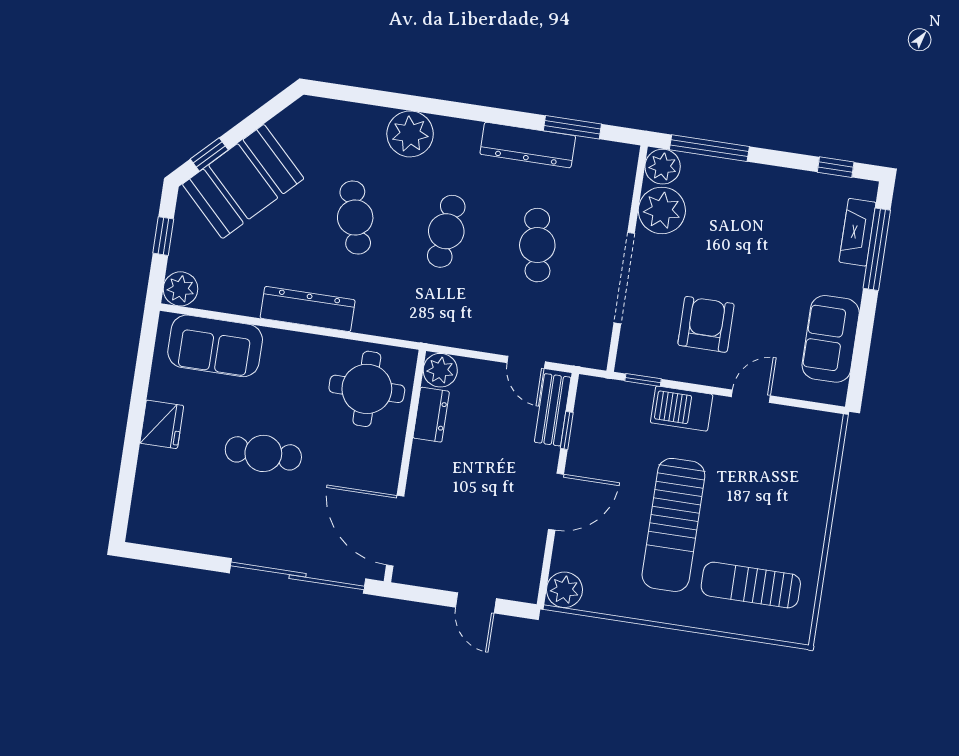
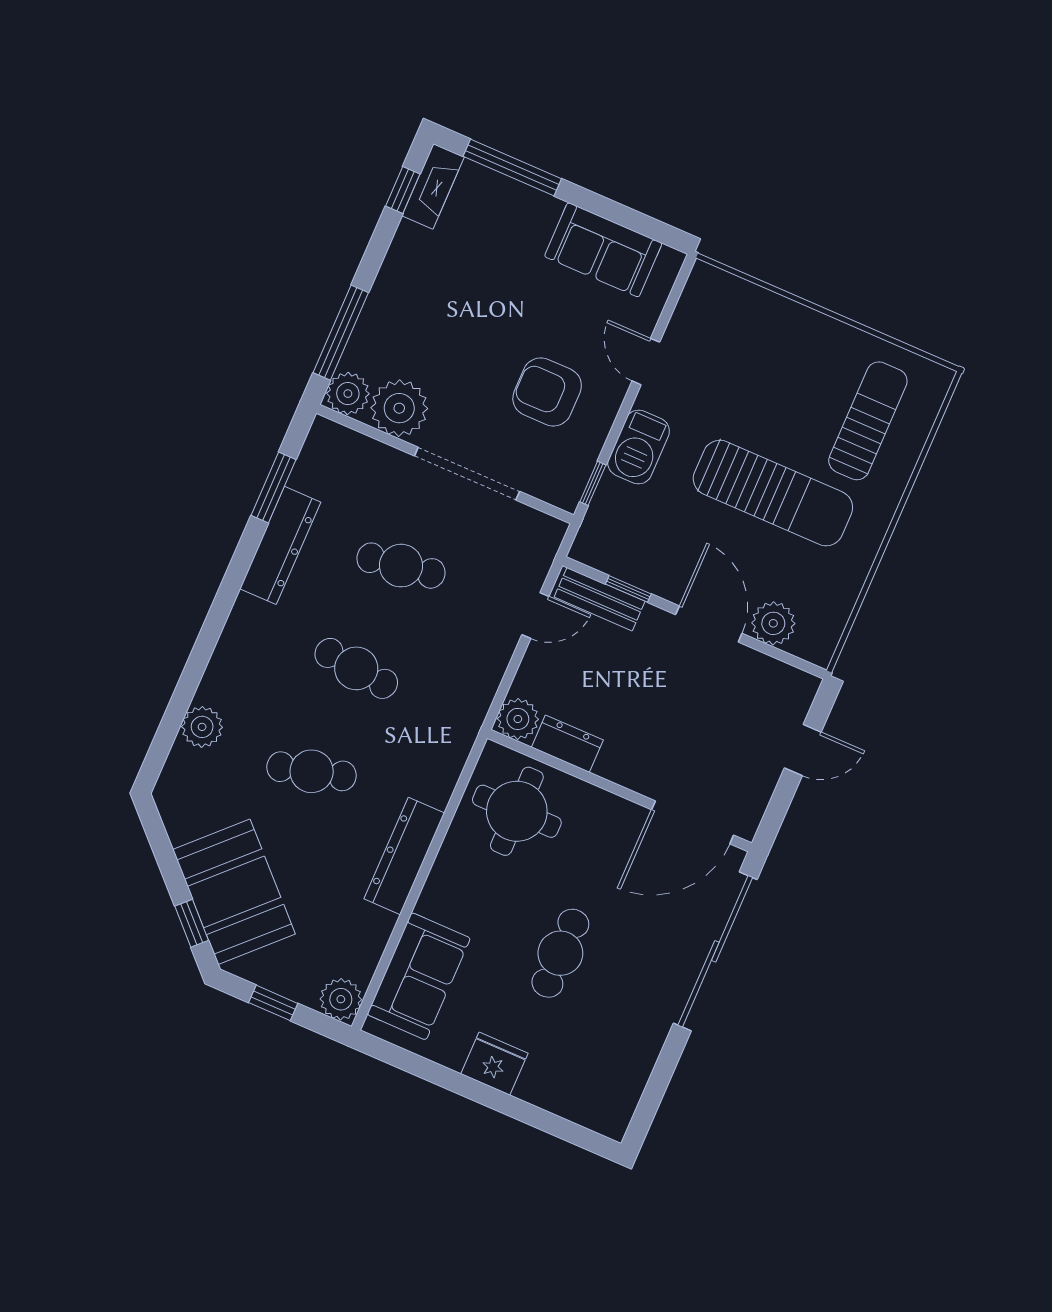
plant: (410, 134) -> (202, 727), moved, width x0.73, depth x0.73
fireplace: (857, 232) -> (433, 186), moved, turned -90
sun lounger: (751, 585) -> (868, 421), turned 180
plant: (564, 590) -> (773, 623), moved

